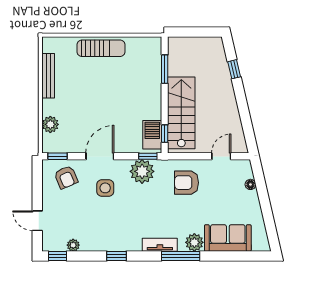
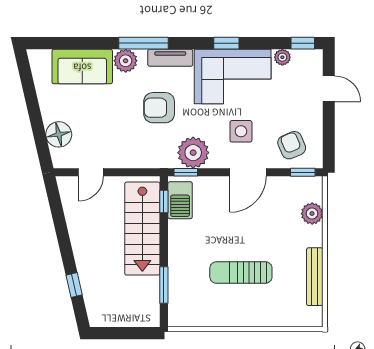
sun lounger: (101, 48) -> (241, 272), moved
armchair: (187, 183) -> (159, 108), moved, turned 180
floor lamp: (250, 184) -> (59, 134), width x1.89, depth x1.89
corner sofa: (112, 230) -> (233, 76), added

